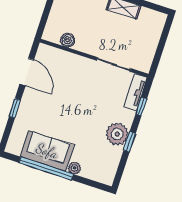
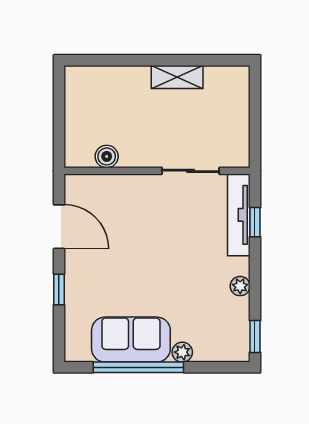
tv unit: (136, 92) -> (239, 215), width x1.41
plant: (117, 134) -> (240, 286), width x0.53, depth x0.53
window: (130, 142) -> (255, 336), moved

